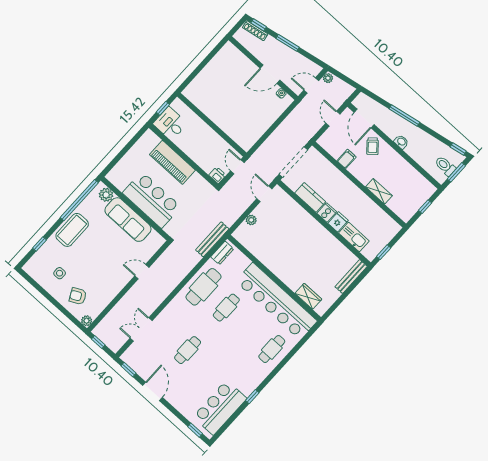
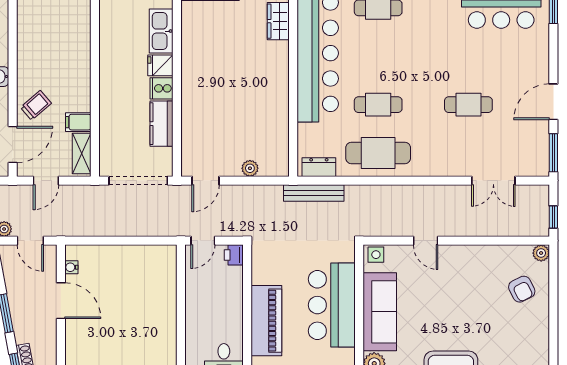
shelving: (379, 191) -> (82, 154), moved
side table: (60, 273) -> (376, 255), moved
window: (128, 369) -> (553, 153), width x1.50

